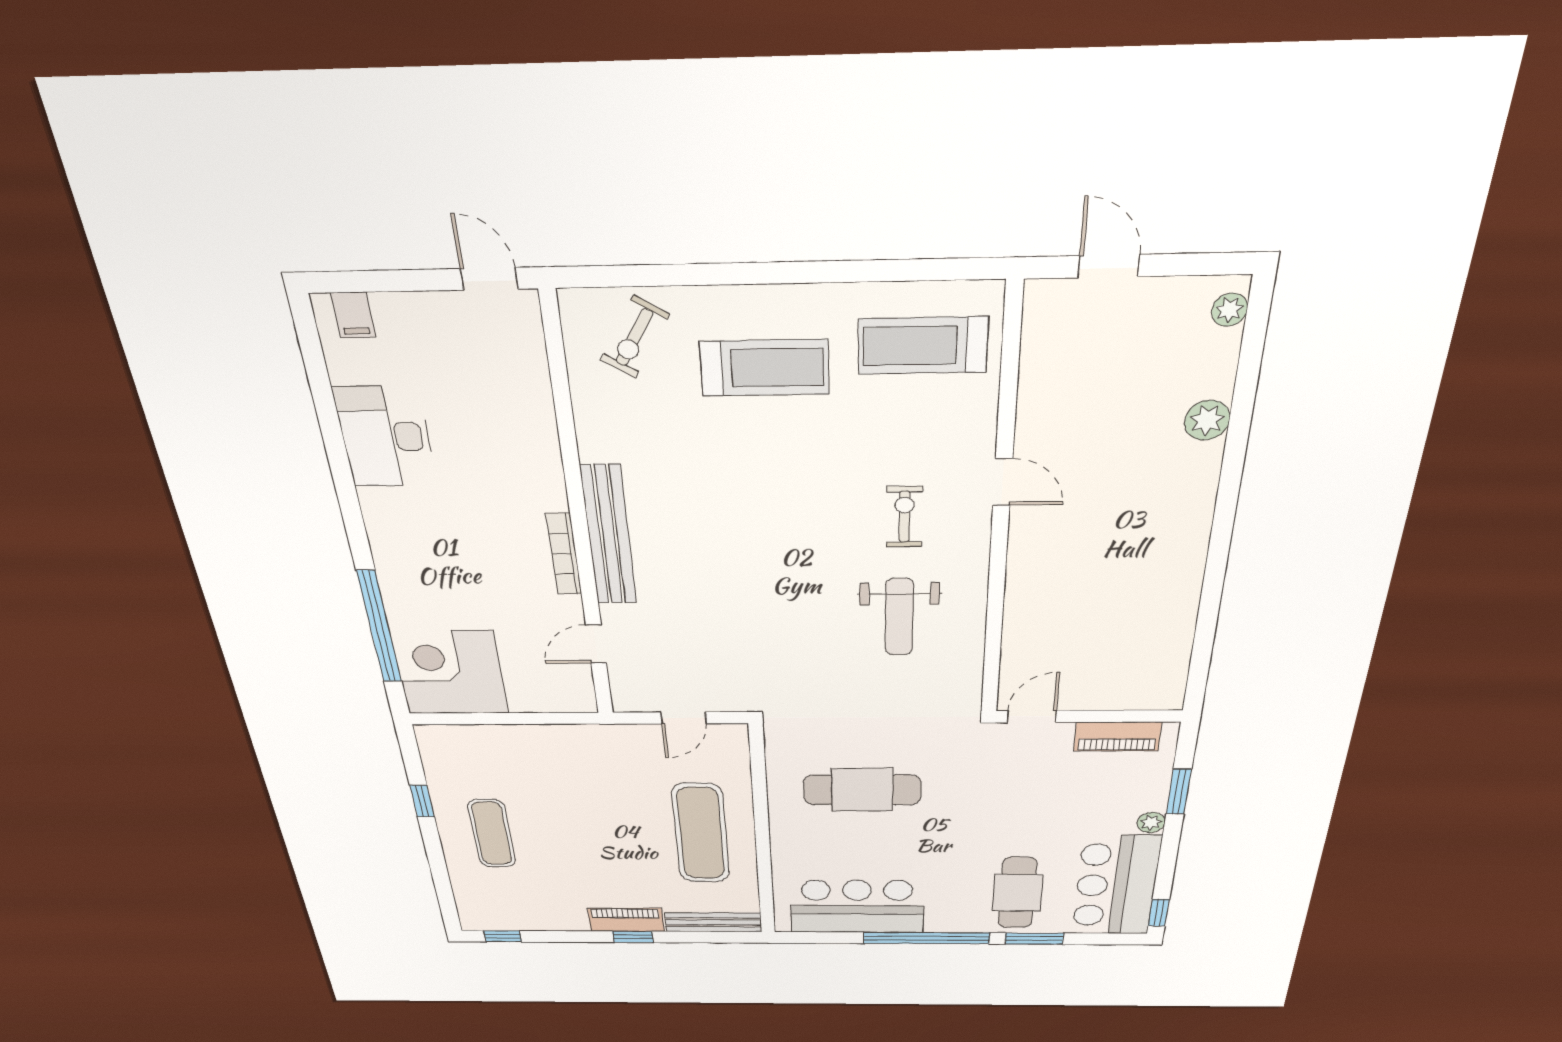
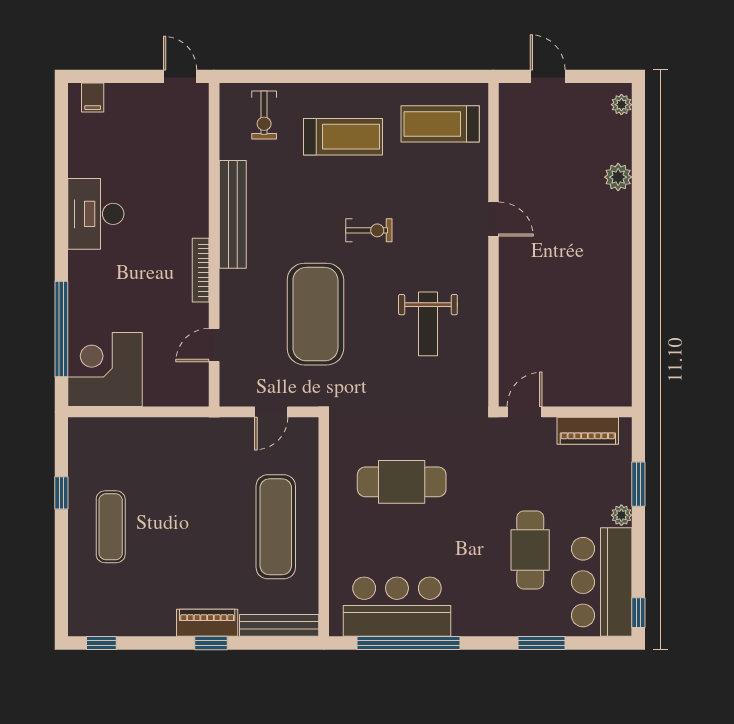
exercise bike: (634, 337) -> (264, 115), turned -31
desk: (385, 437) -> (96, 214), moved
exercise bike: (904, 517) -> (369, 230), moved, turned 90
bench: (609, 536) -> (233, 214), moved
exercise mat: (736, 607) -> (315, 314), added
cafe table: (1017, 893) -> (530, 550), moved
window: (926, 938) -> (408, 643), moved

